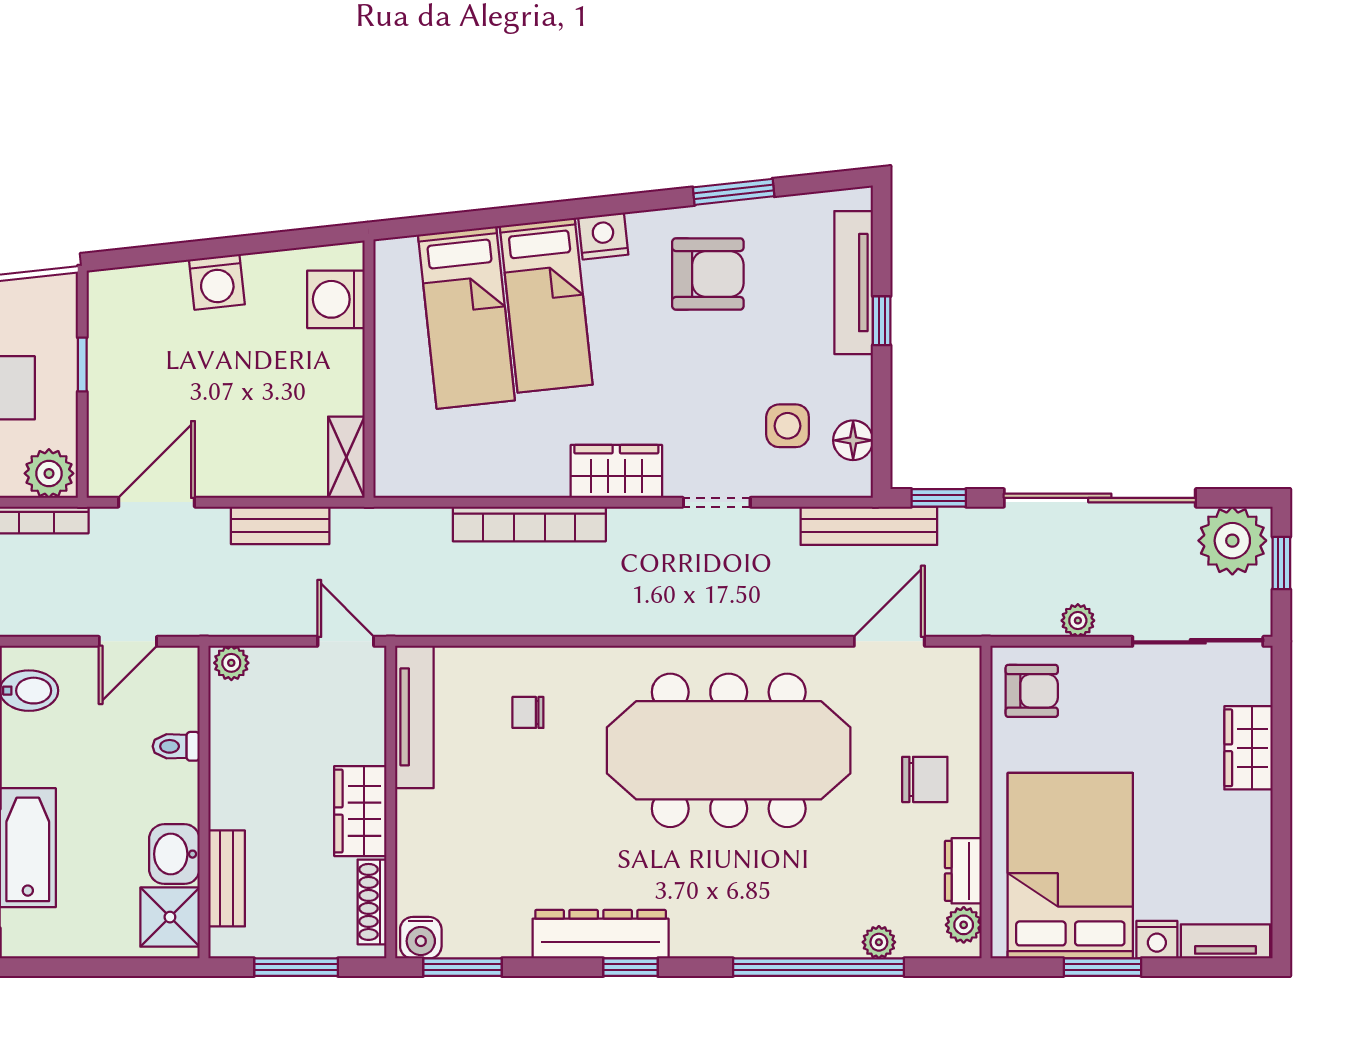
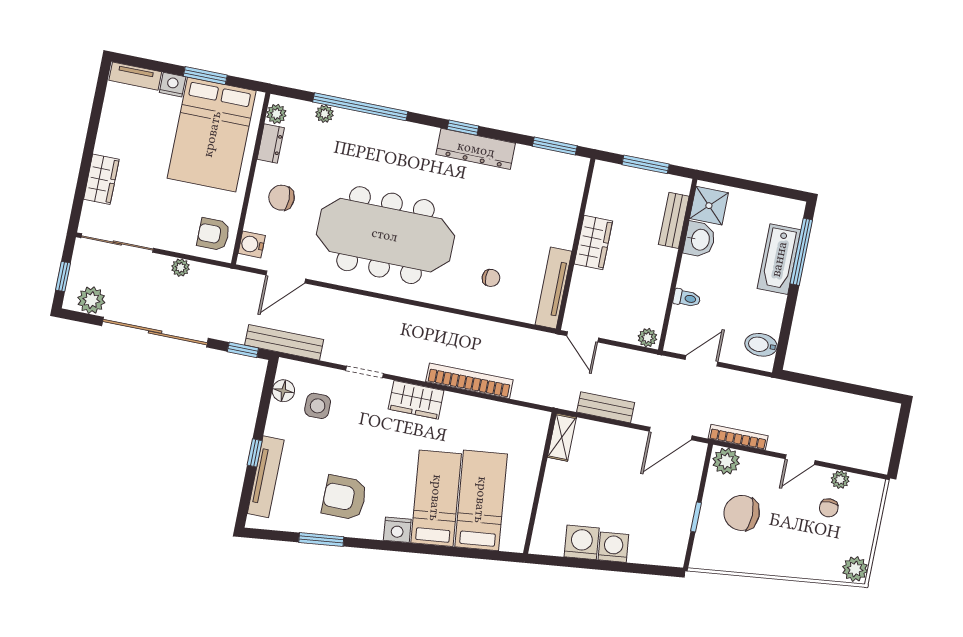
washing machine: (336, 299) -> (582, 542), moved, turned -96
plant: (1232, 541) -> (91, 300), width x0.73, depth x0.73
shoe rack: (372, 902) -> (597, 192), removed
water cooler: (421, 938) -> (252, 244), moved, turned -90

